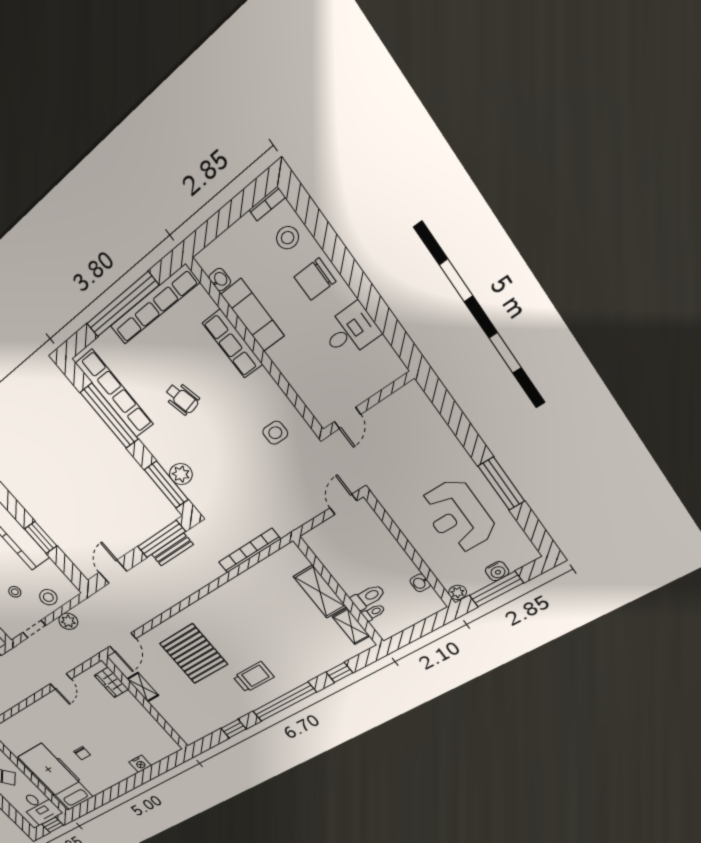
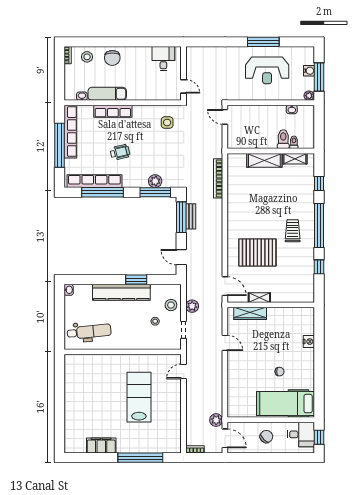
desk: (351, 331) -> (163, 59), moved
wardrobe: (111, 682) -> (250, 313), width x1.50

